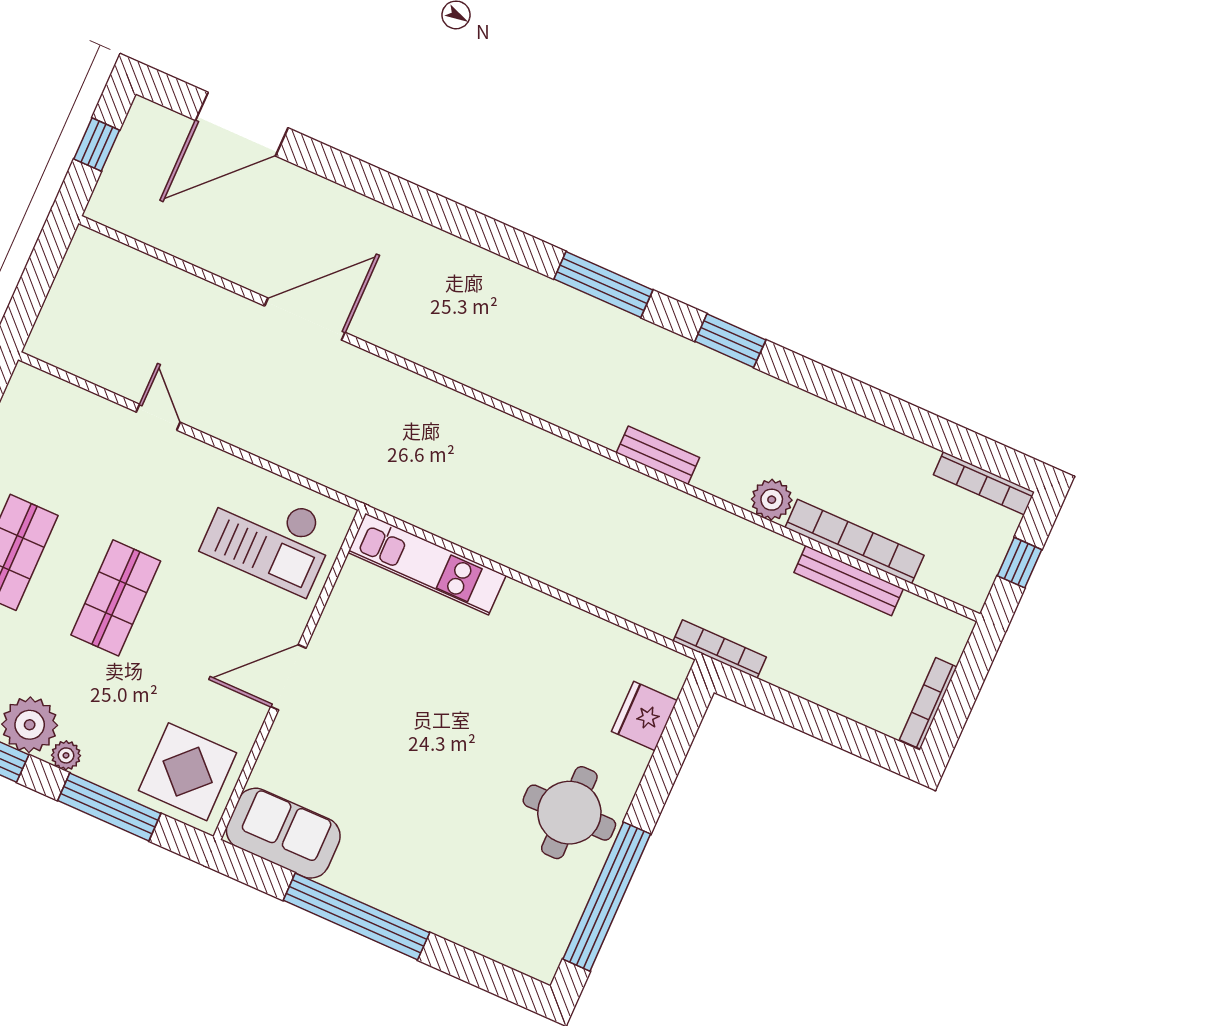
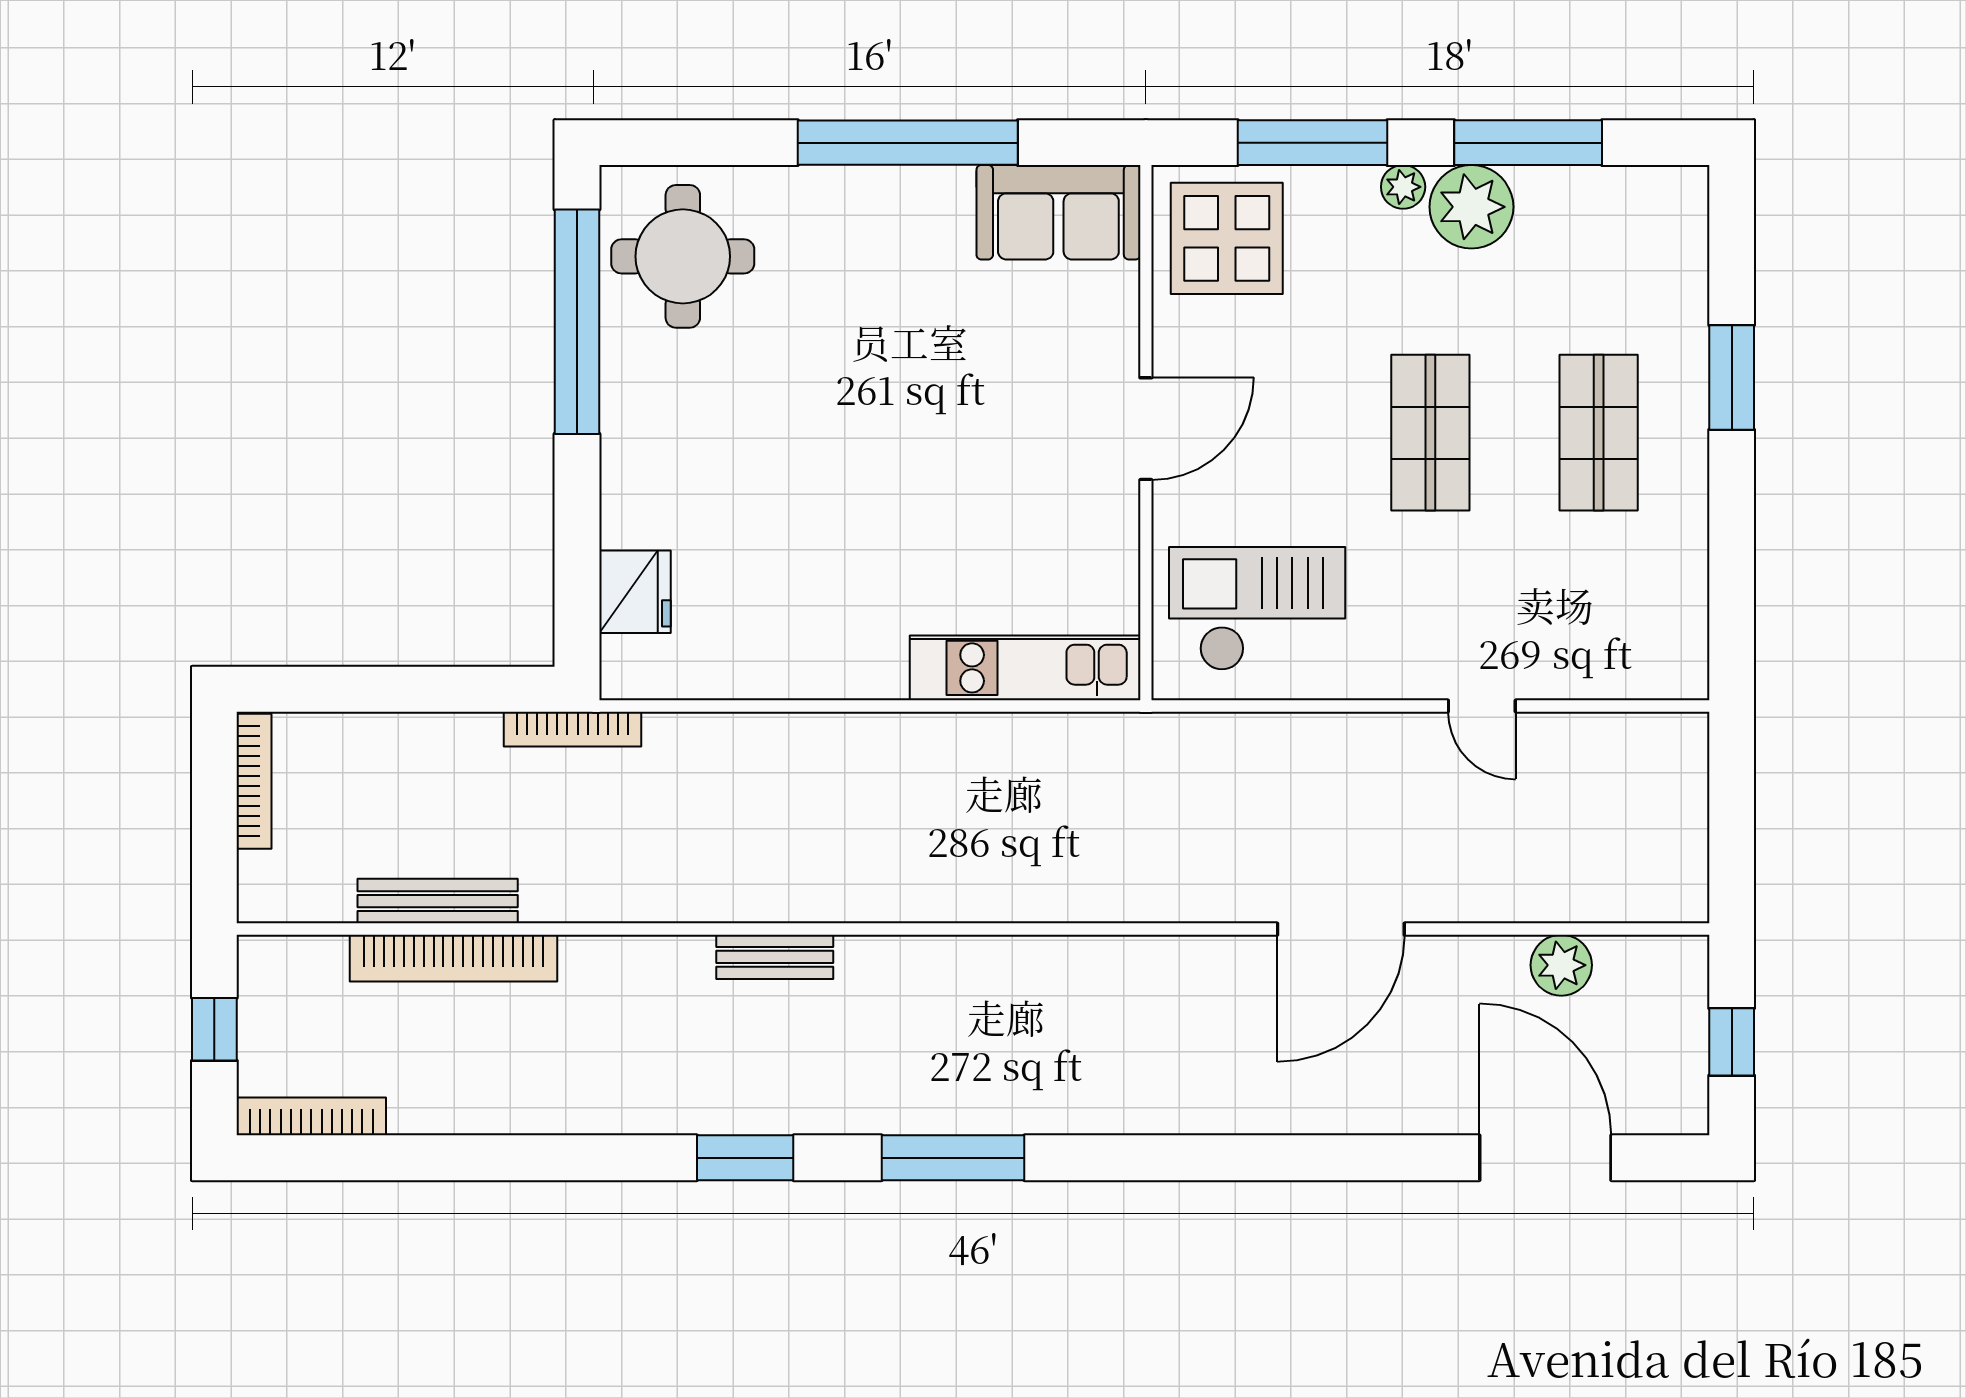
door: (242, 124) -> (1545, 1158), hinge flipped
plant: (772, 500) -> (1561, 965), moved
round table: (569, 813) -> (683, 256), moved

